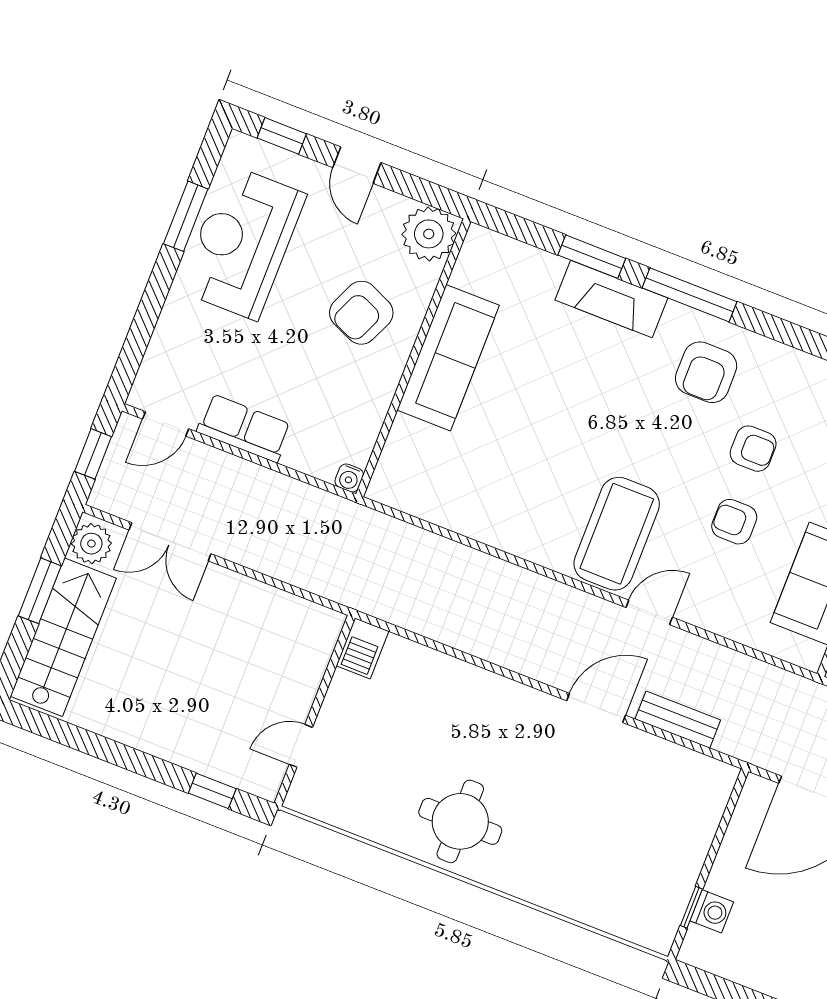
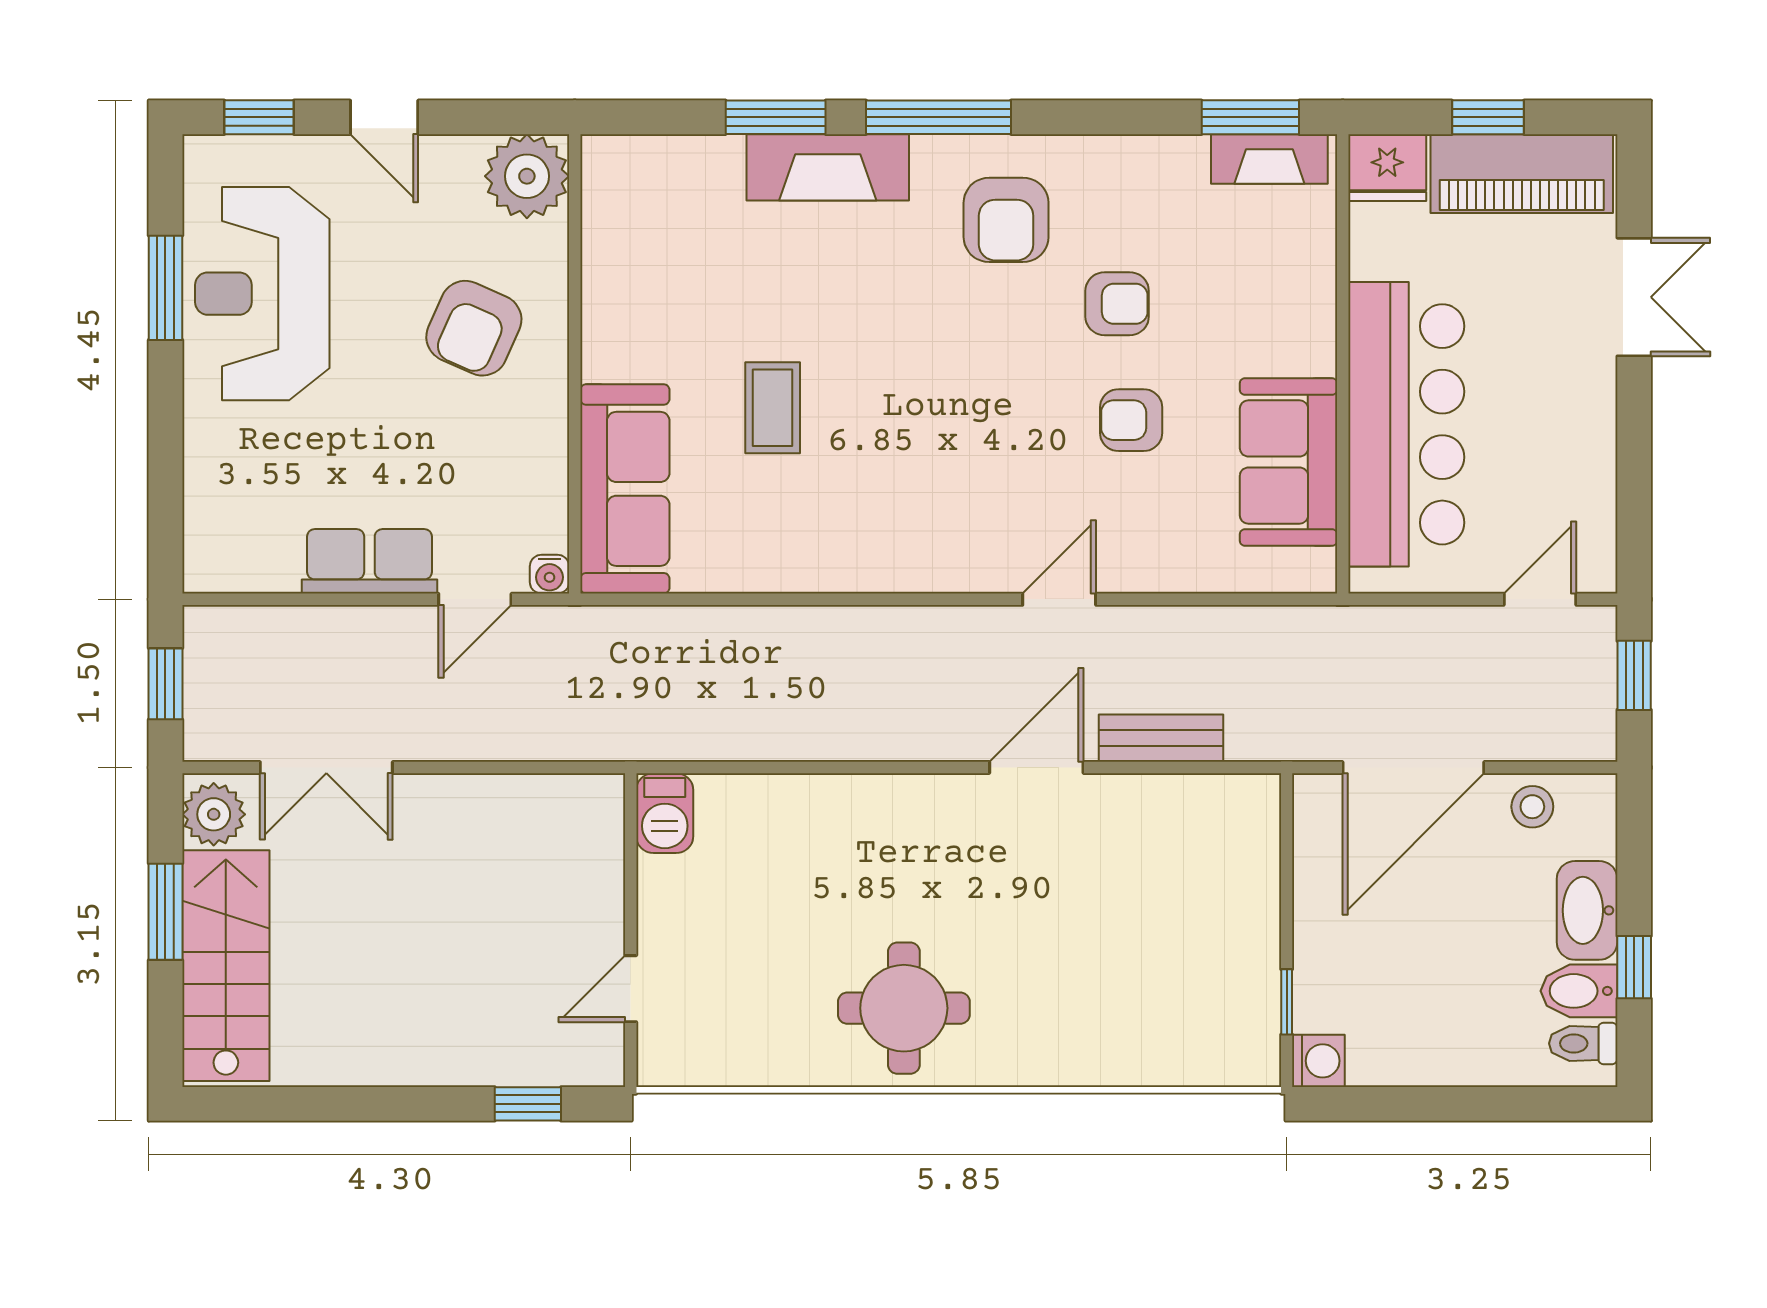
sofa: (448, 358) -> (625, 489), moved
door: (166, 424) -> (475, 599), moved
coffee table: (617, 534) -> (773, 408), moved, width x0.54, depth x0.58
washing machine: (712, 911) -> (1318, 1061), moved

